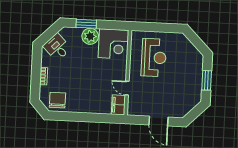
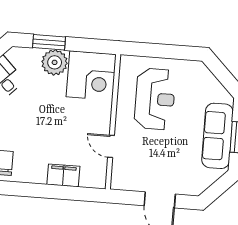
sofa: (194, 80) -> (217, 136), added
filing cabinet: (118, 105) -> (63, 175), moved, turned 90

